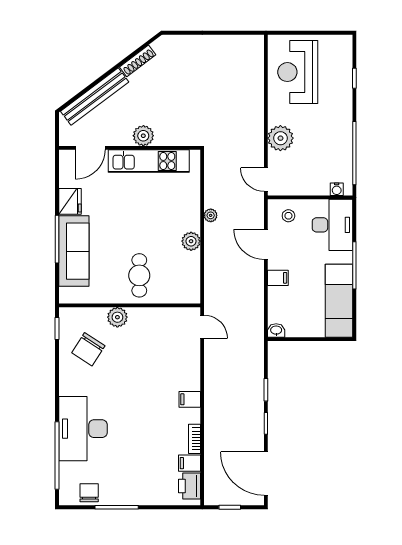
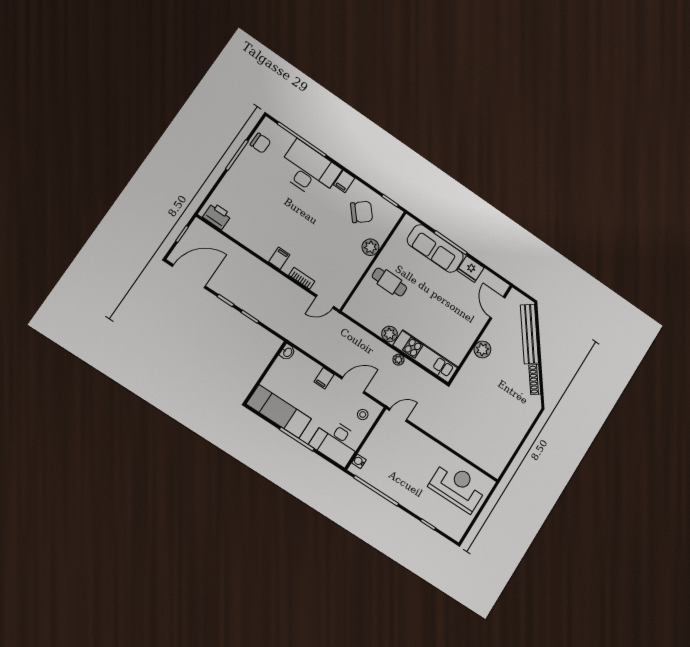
plant: (280, 138) -> (420, 444), removed
kitchen unit: (149, 161) -> (426, 356), moved, turned 90
chair: (88, 349) -> (362, 212), turned 107
bookcase: (195, 439) -> (302, 278), moved
filing cabinet: (189, 463) -> (344, 181), moved, turned 180

